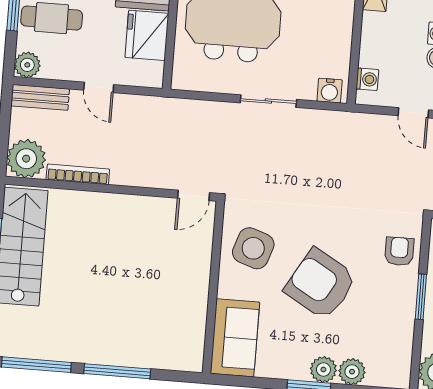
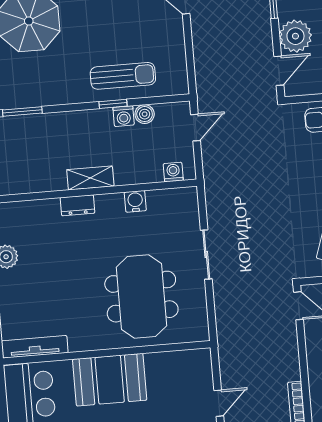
fridge: (147, 35) -> (167, 369), removed
water cooler: (330, 91) -> (135, 201), moved, turned -90

